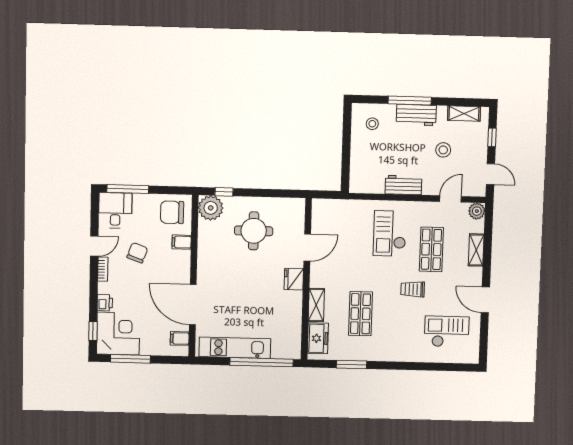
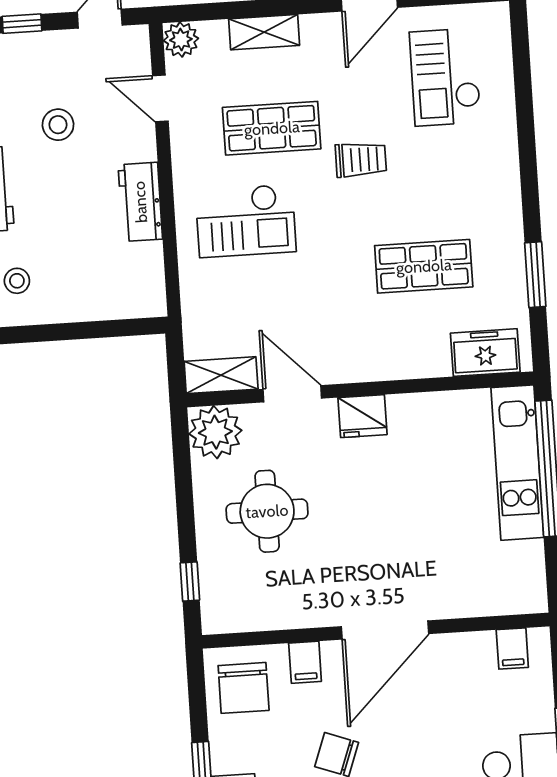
plant: (211, 208) -> (215, 432), moved
trolley: (413, 289) -> (361, 160), turned -90
door: (193, 305) -> (385, 630), moved
shelving: (316, 305) -> (221, 375), moved
kitchen unit: (235, 348) -> (517, 463), moved

